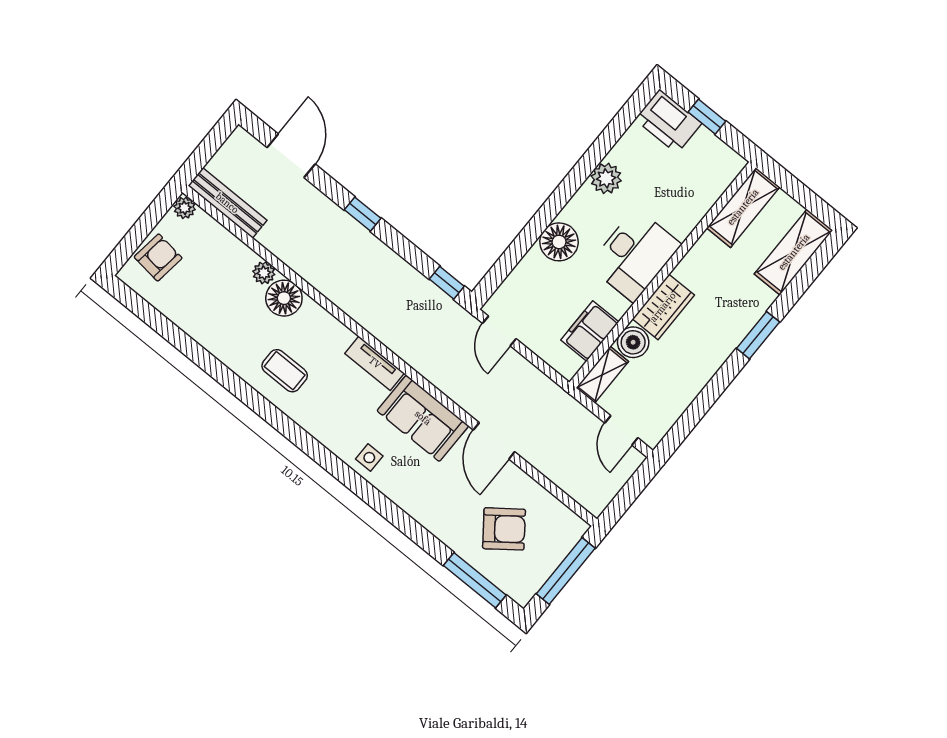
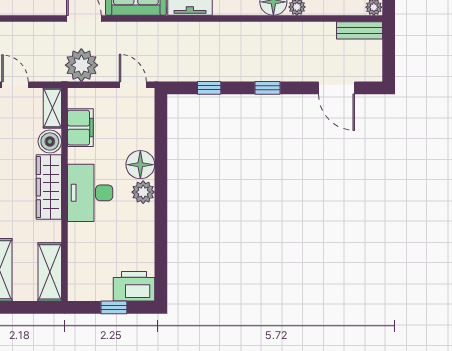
plant: (606, 178) -> (143, 192), moved
bench: (227, 203) -> (359, 30), width x0.73
window: (447, 283) -> (209, 88), moved
wardrobe: (663, 307) -> (49, 187), width x1.50
plant: (536, 395) -> (81, 65), added

